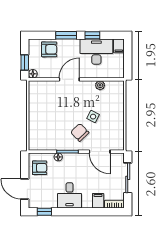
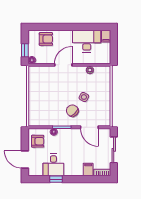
window: (66, 35) -> (61, 27), removed
window: (92, 35) -> (83, 27), removed
desk: (70, 195) -> (53, 165), moved
window: (44, 212) -> (56, 179), moved

